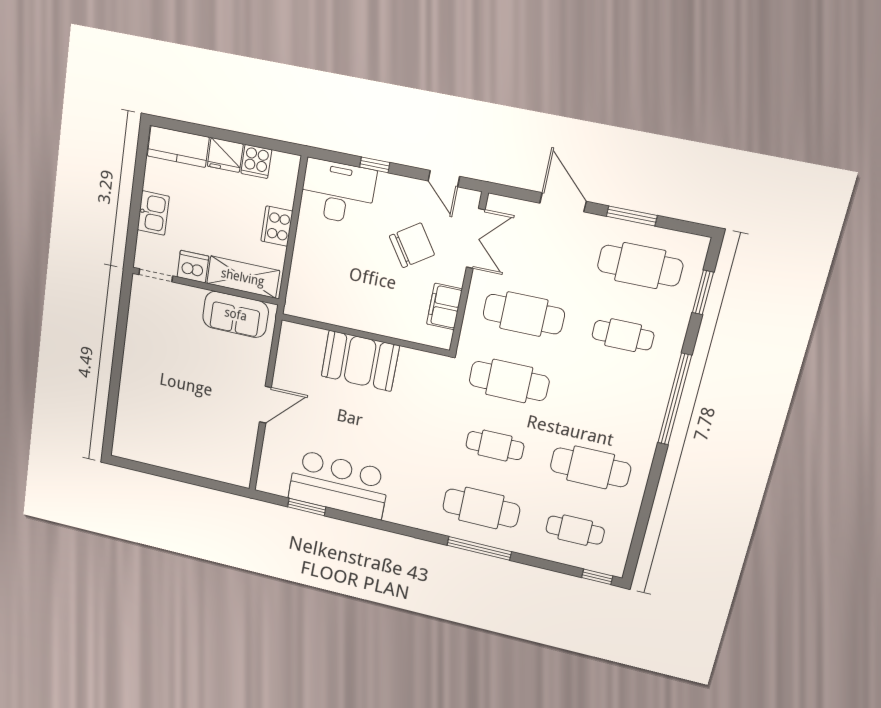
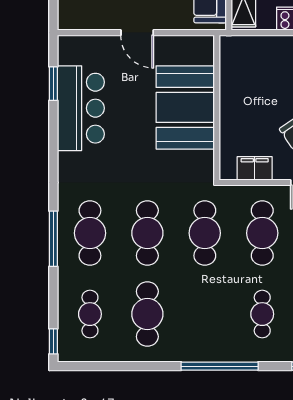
booth: (360, 361) -> (185, 107), width x1.36, depth x1.42
cafe table: (495, 446) -> (147, 233), width x1.37, depth x1.35

